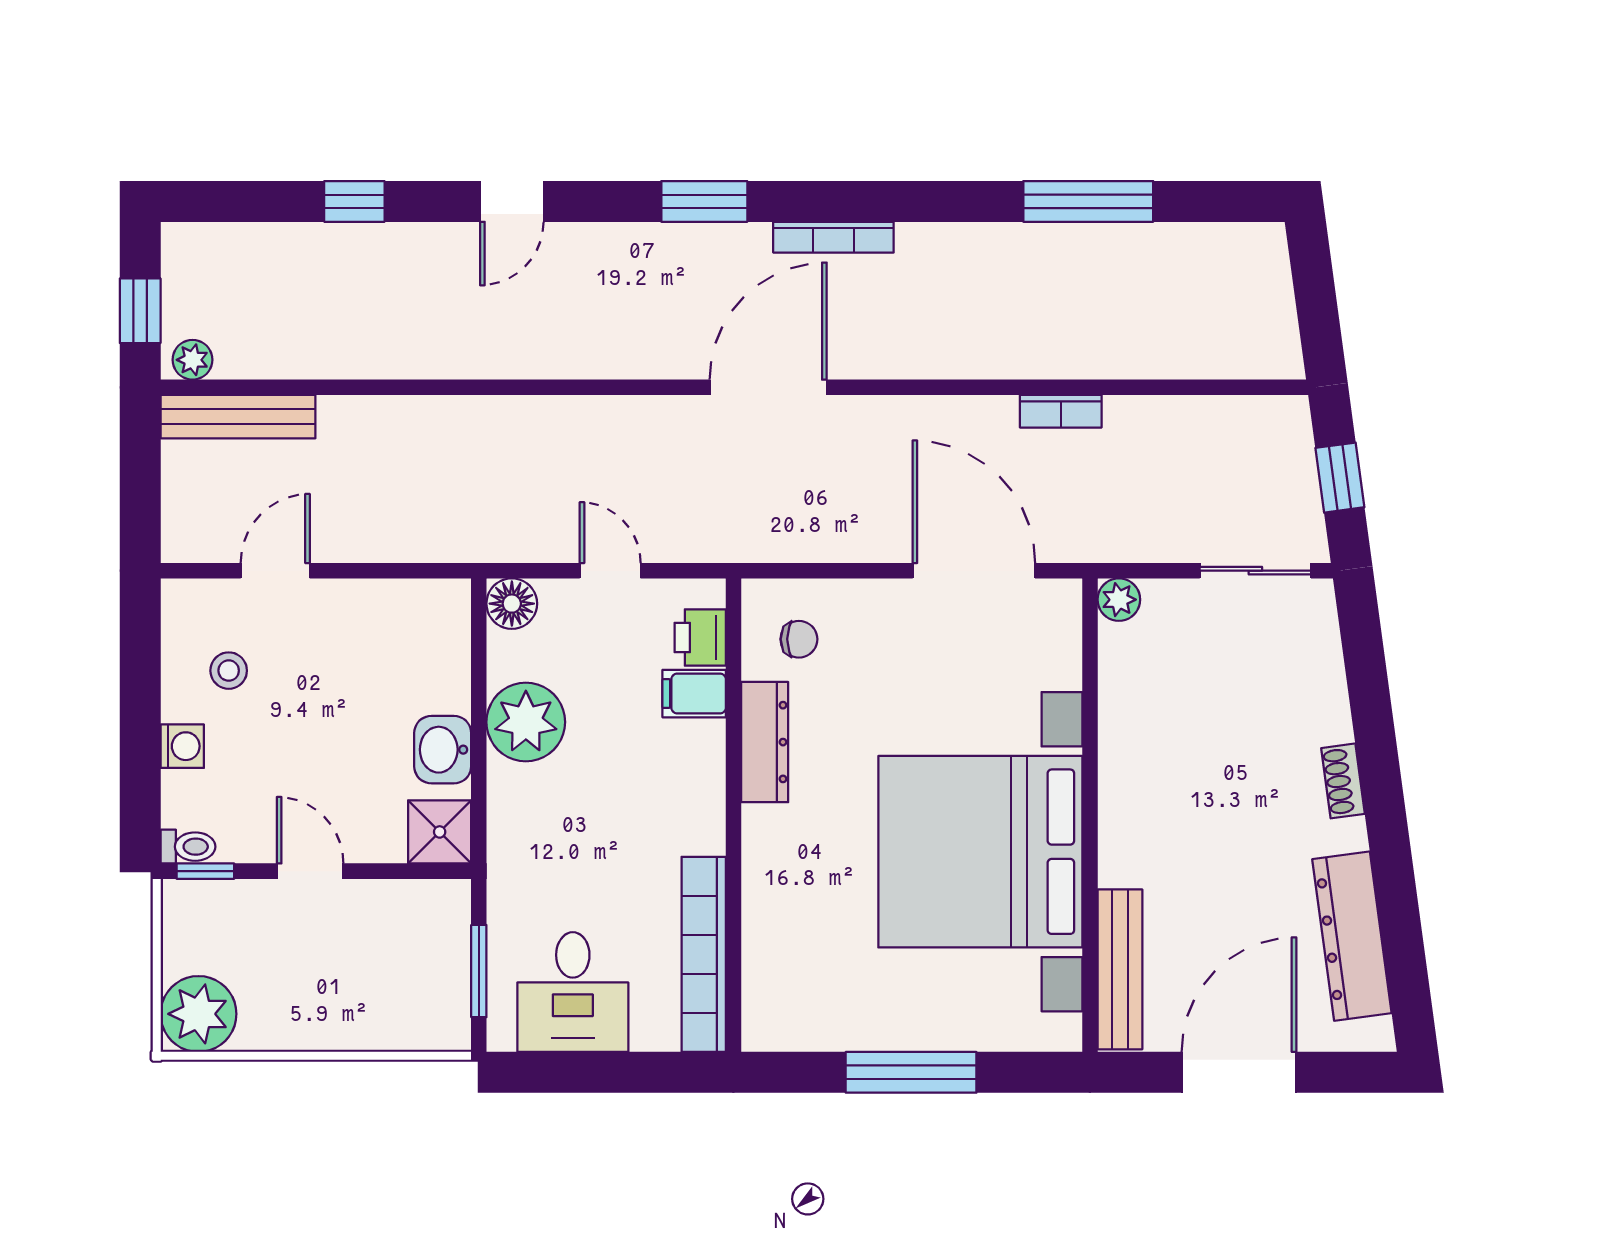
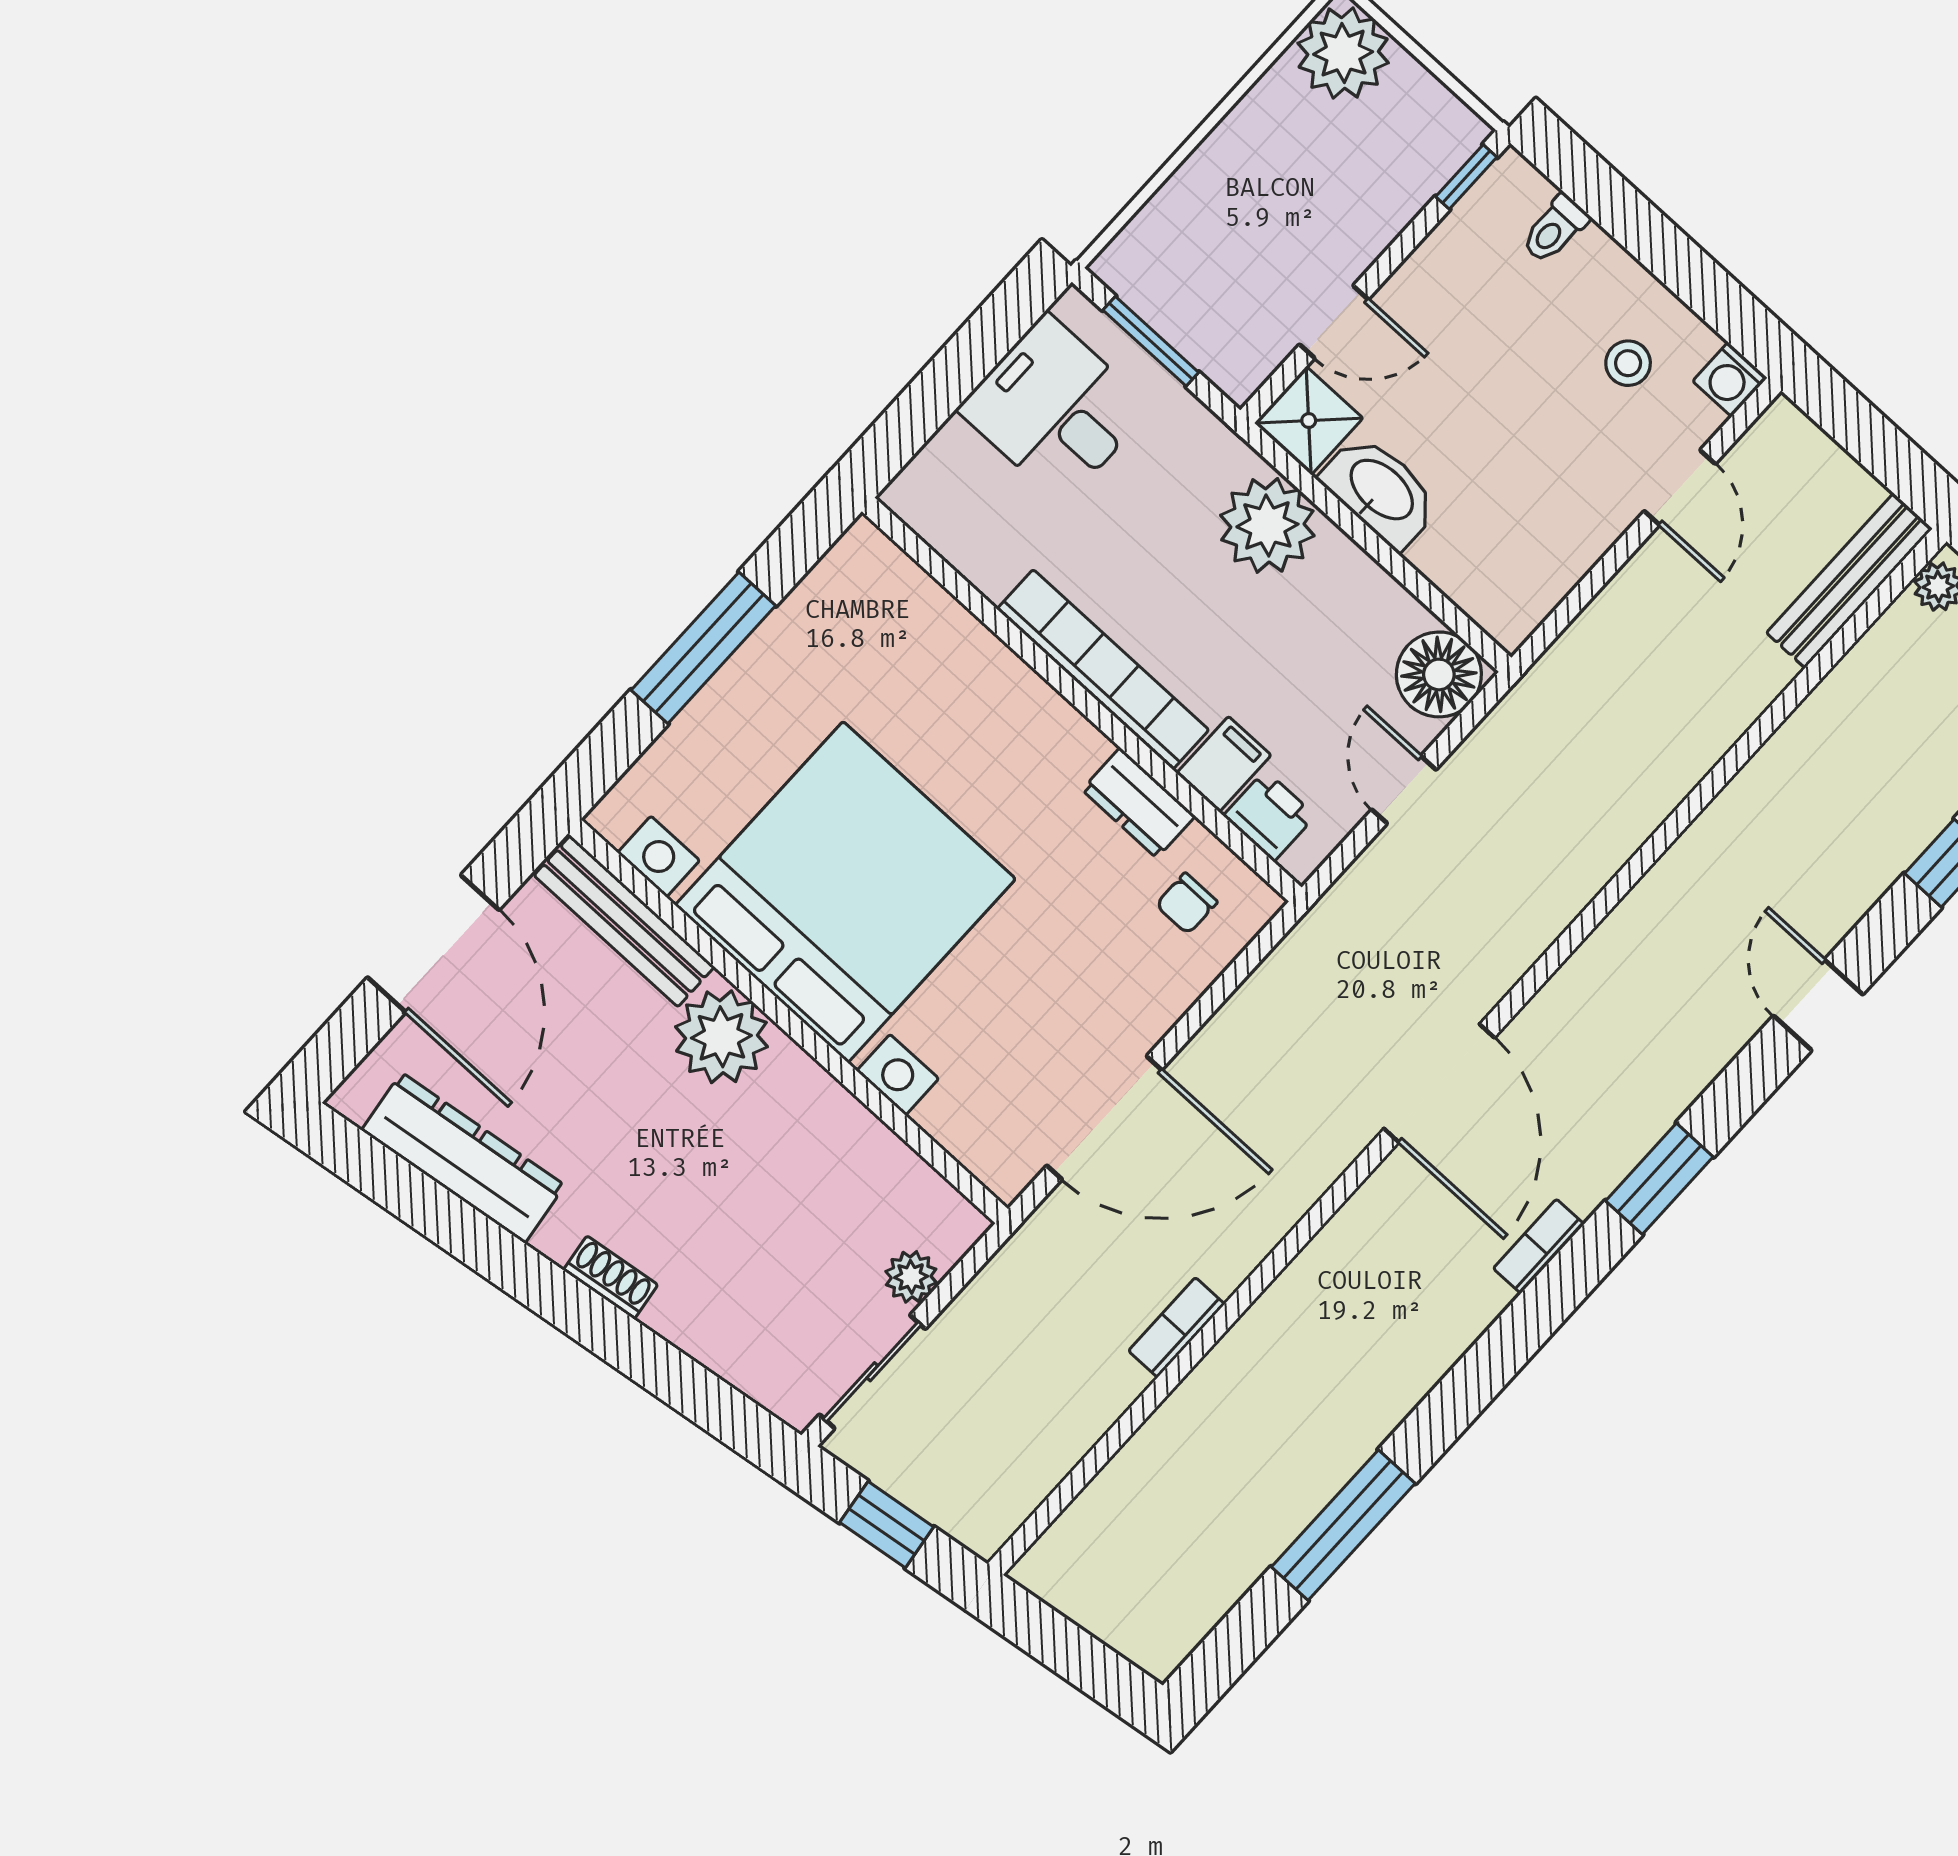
bookcase: (833, 237) -> (1539, 1246), width x0.64
door: (610, 571) -> (1404, 790), swing flipped
plant: (1119, 600) -> (911, 1277), moved
floor lamp: (512, 604) -> (1439, 674), width x1.38, depth x1.38
plant: (526, 722) -> (1267, 525), moved
dresser: (765, 742) -> (1139, 803), width x0.70
washing machine: (182, 746) -> (1730, 379), moved
washbasin: (443, 750) -> (1380, 491), width x1.38
toilet: (188, 847) -> (1555, 229), moved
plant: (1136, 847) -> (721, 1037), added
door: (310, 871) -> (1334, 322), moved
bookcase: (704, 954) -> (1103, 669), moved

